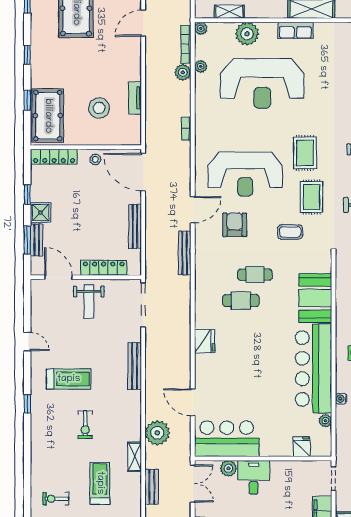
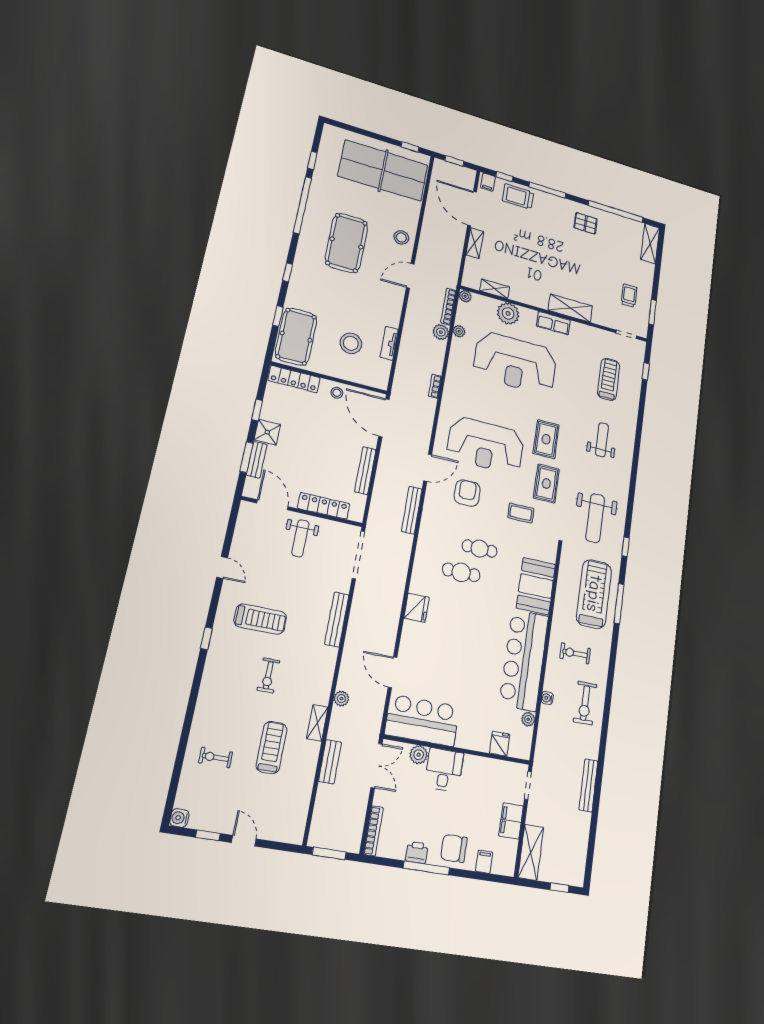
plant: (157, 433) -> (341, 699), width x0.53, depth x0.53

